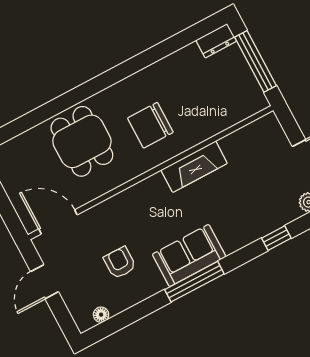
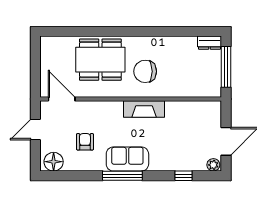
dining table: (82, 141) -> (100, 60), width x1.38
fireplace: (194, 167) -> (144, 109), moved
floor lamp: (101, 315) -> (54, 162), width x1.89, depth x1.89

